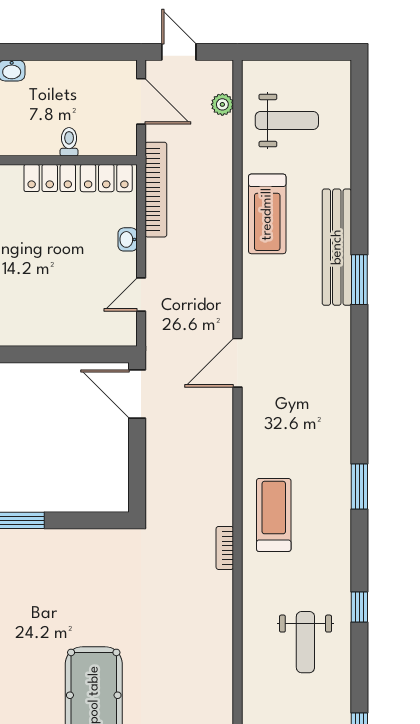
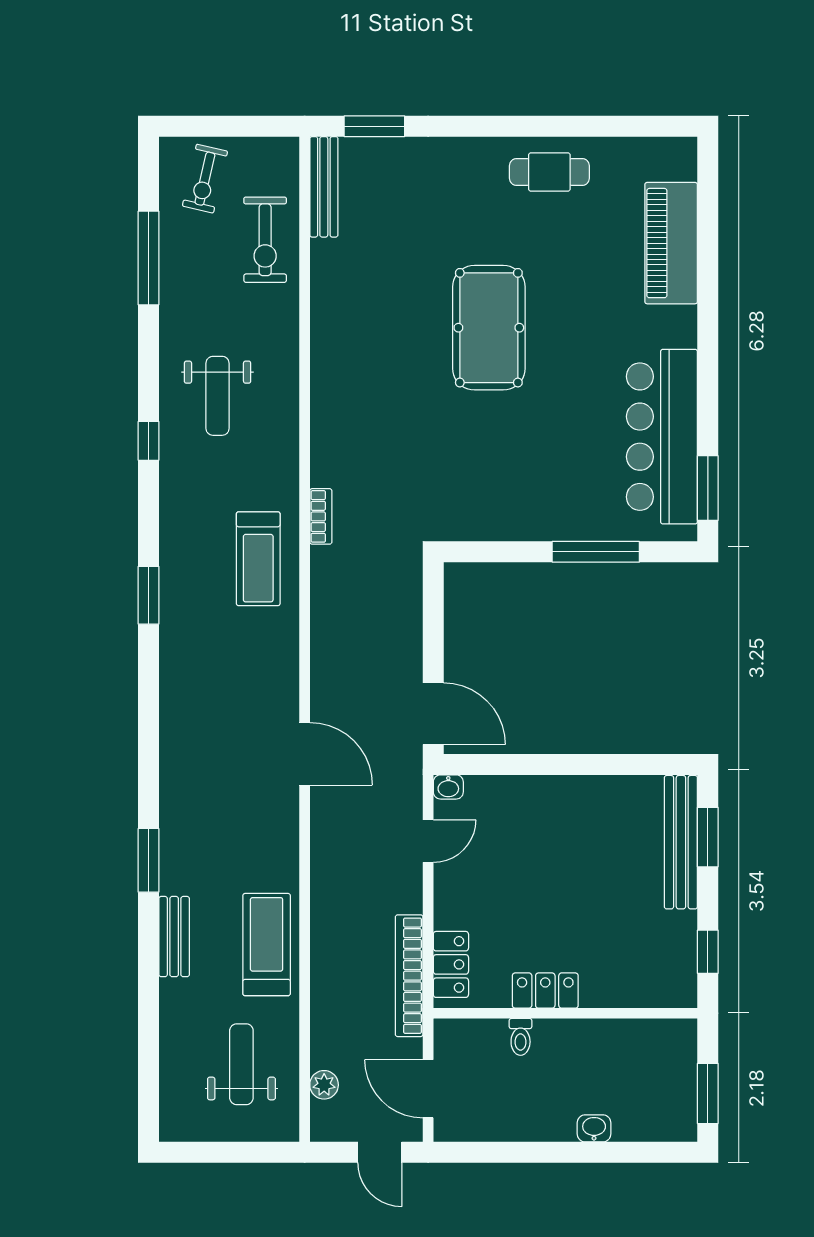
weight bench: (287, 120) -> (241, 1064), turned 90
locker: (106, 178) -> (451, 964), moved, turned 90
washbasin: (128, 239) -> (448, 787), moved, turned 90
bench: (337, 247) -> (174, 937), width x0.54, depth x0.82
door: (238, 363) -> (305, 754), hinge flipped
weight bench: (305, 642) -> (218, 396), turned 180

